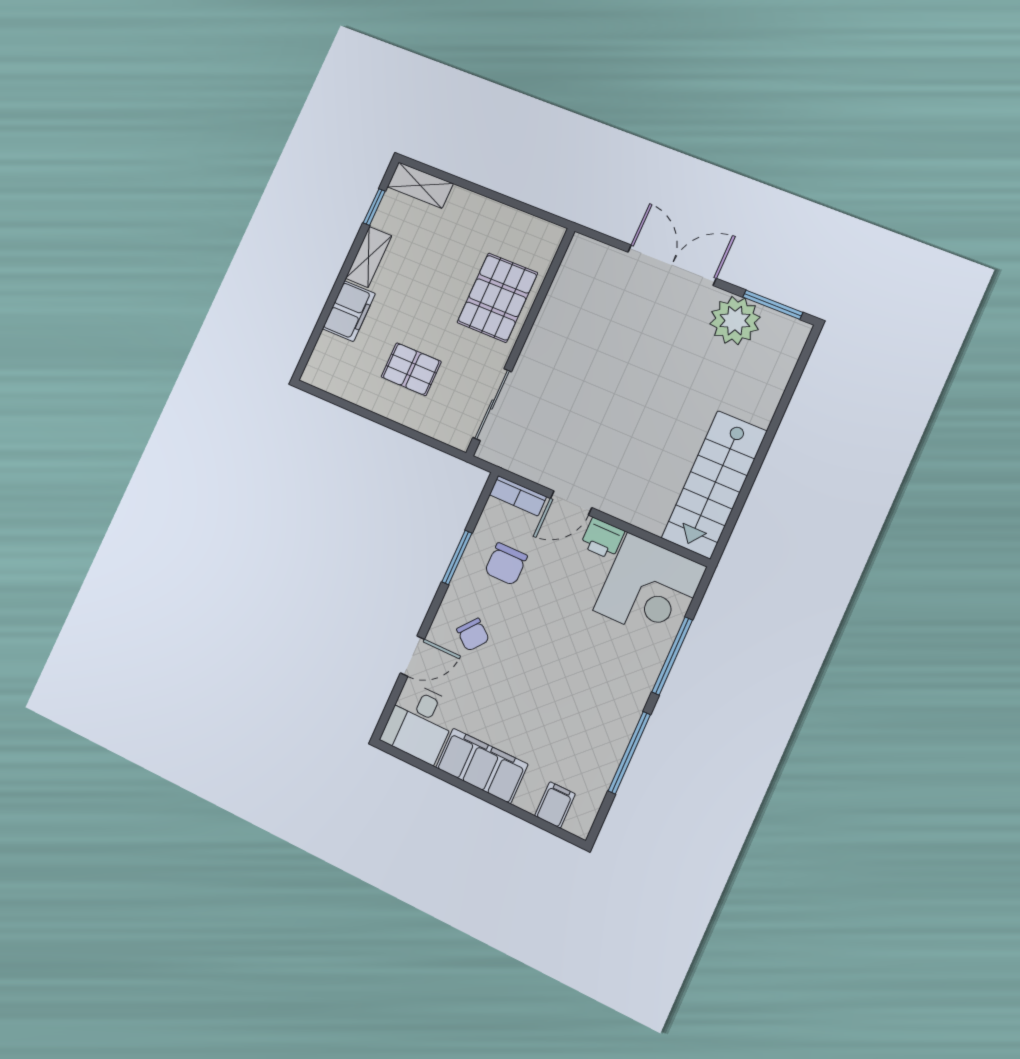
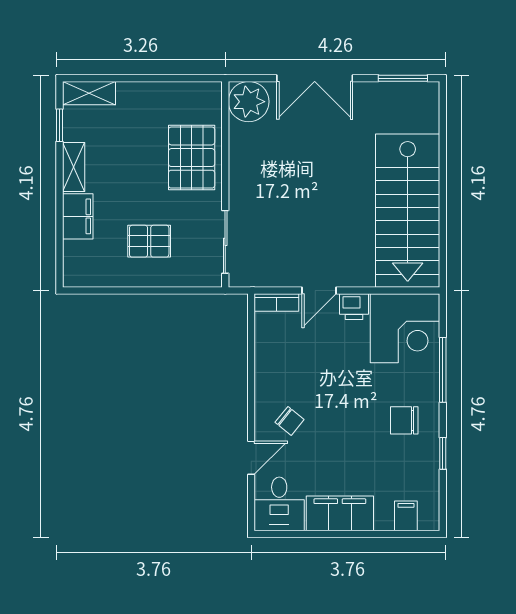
double door: (672, 265) -> (315, 78), swing flipped
plant: (735, 321) -> (249, 102), moved
stairs: (714, 485) -> (408, 211), width x1.36, depth x1.51
window: (457, 557) -> (251, 369), removed
chair: (506, 564) -> (404, 420), moved, turned 90
window: (629, 753) -> (443, 453), width x0.46

